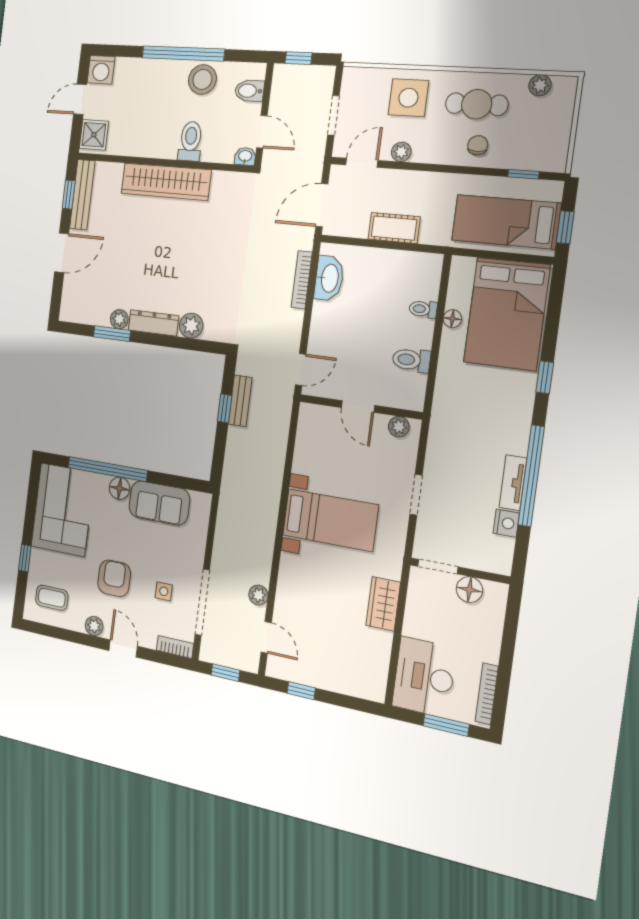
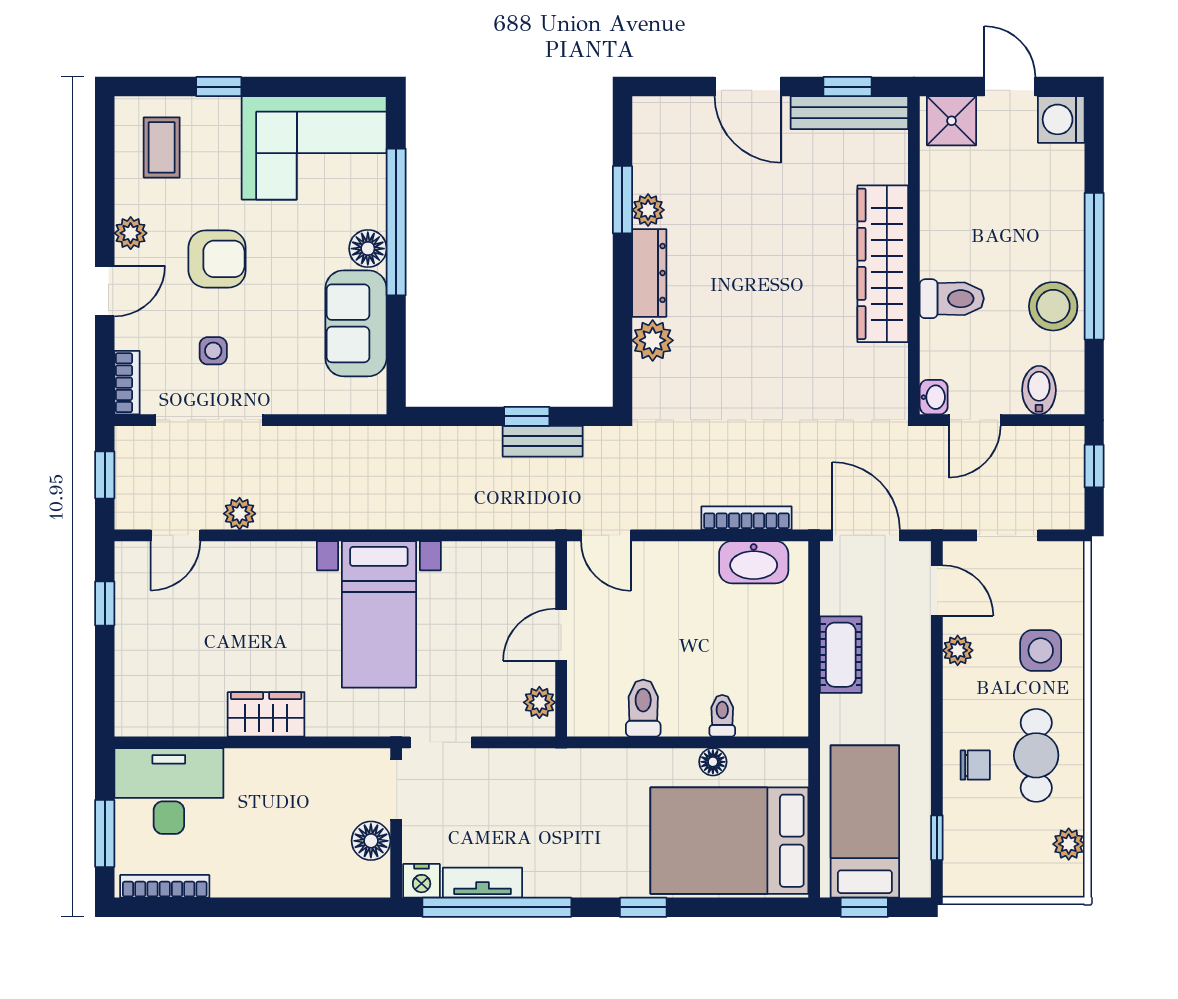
side table: (408, 98) -> (1041, 650), width x0.73, depth x0.73
doorway: (438, 567) -> (396, 789), moved
wall: (460, 571) -> (396, 823), moved
floor lamp: (469, 590) -> (371, 841), moved

